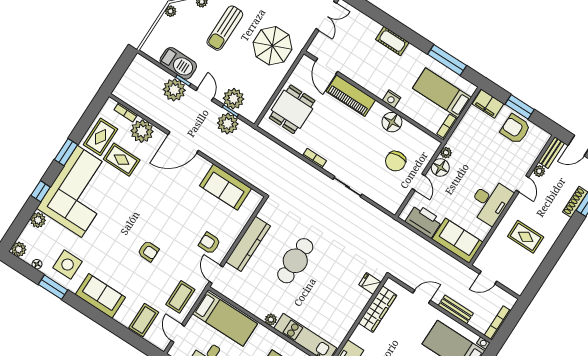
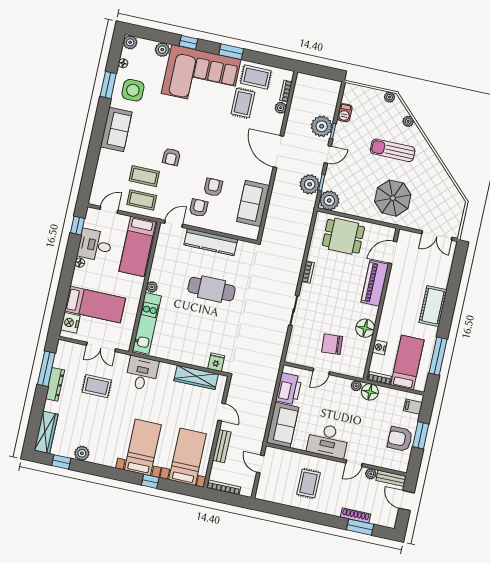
cot: (392, 41) -> (433, 306), width x1.37, depth x1.34
barbecue: (178, 63) -> (345, 113), width x0.53, depth x0.65
plant: (233, 99) -> (329, 200), moved
nightstand: (391, 99) -> (379, 347), moved
filing cabinet: (488, 104) -> (413, 407), width x0.50
armchair: (515, 129) -> (400, 439), turned -90
plant: (142, 131) -> (281, 108), width x0.53, depth x0.53
floor lamp: (440, 168) -> (370, 392), moved
armchair: (194, 221) -> (213, 187), added
coffee table: (144, 320) -> (144, 176), moved

